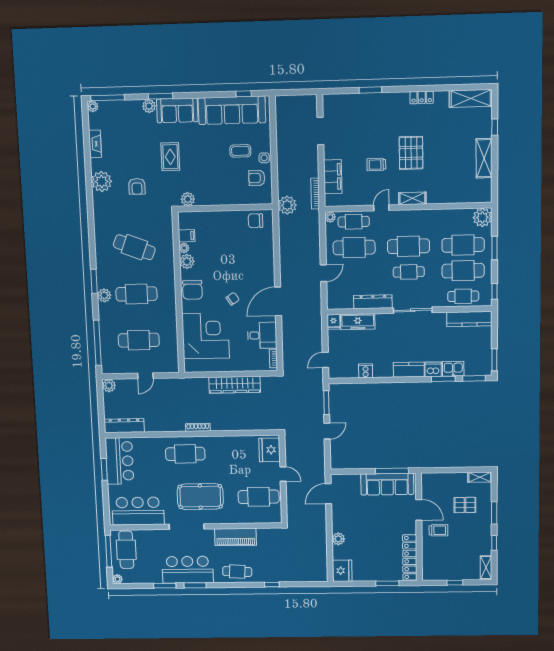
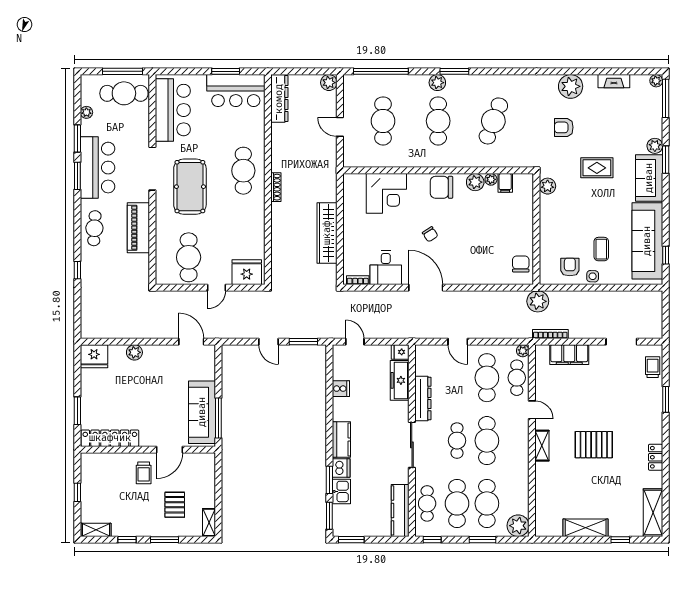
trolley: (376, 164) -> (653, 367), moved
corner desk: (206, 336) -> (386, 193), width x0.74, depth x0.74
plant: (117, 579) -> (86, 112), moved

